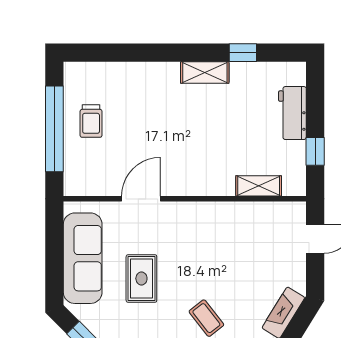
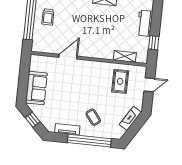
sofa: (83, 258) -> (36, 88), width x0.73
rug: (141, 278) -> (120, 81), moved

